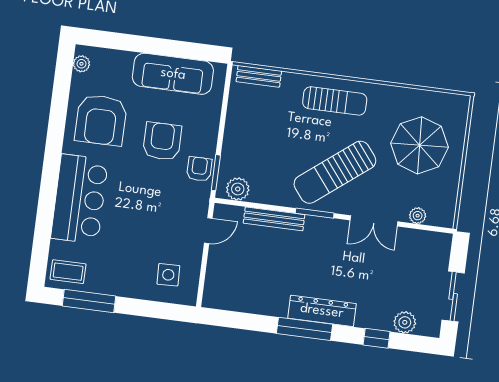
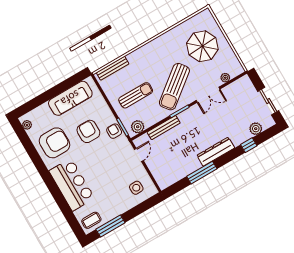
bench: (259, 76) -> (113, 68), width x1.36
sun lounger: (335, 101) -> (136, 95), moved
armchair: (101, 120) -> (54, 143), turned -90
window: (304, 329) -> (202, 173), moved

